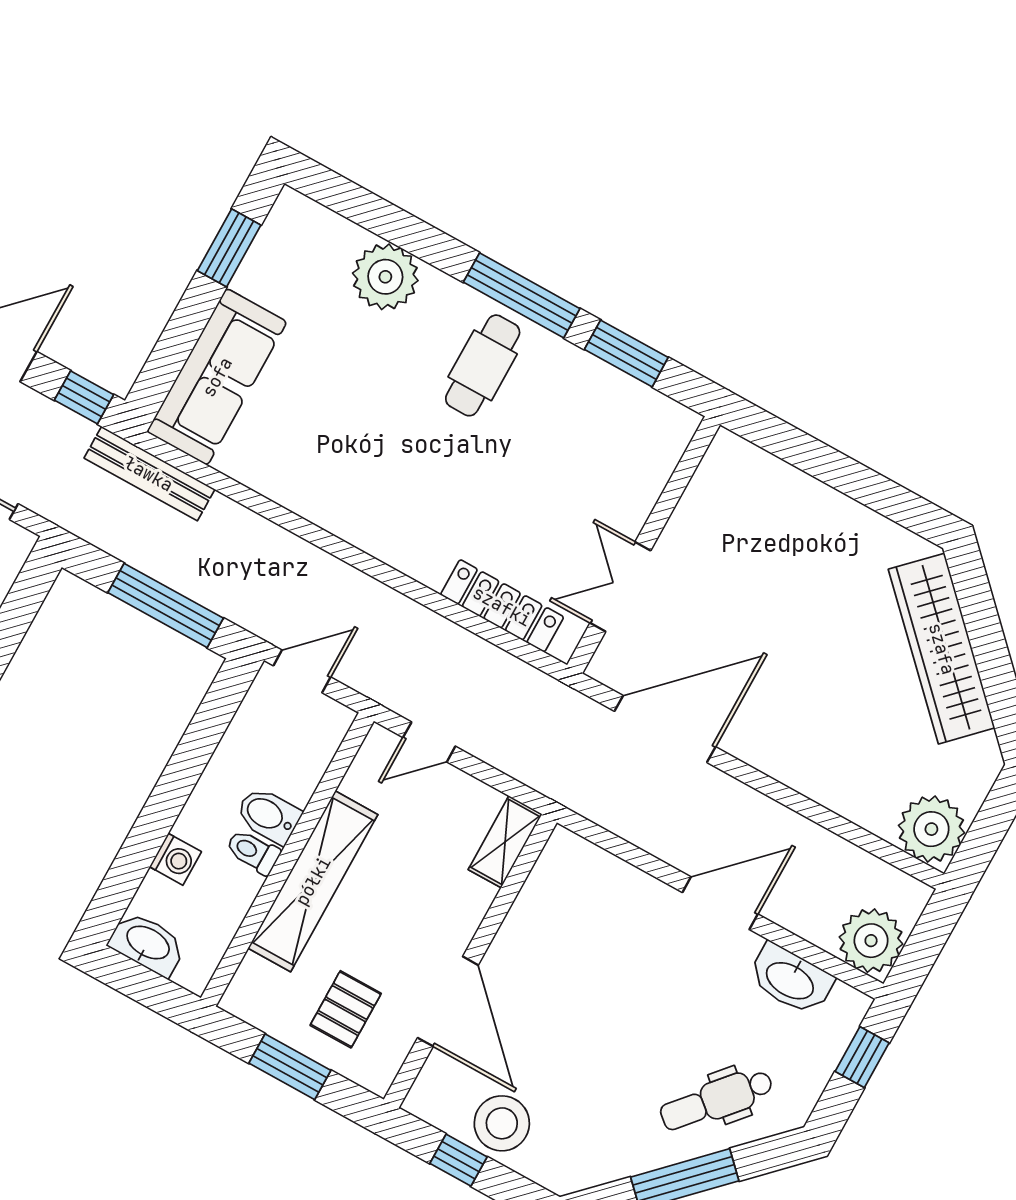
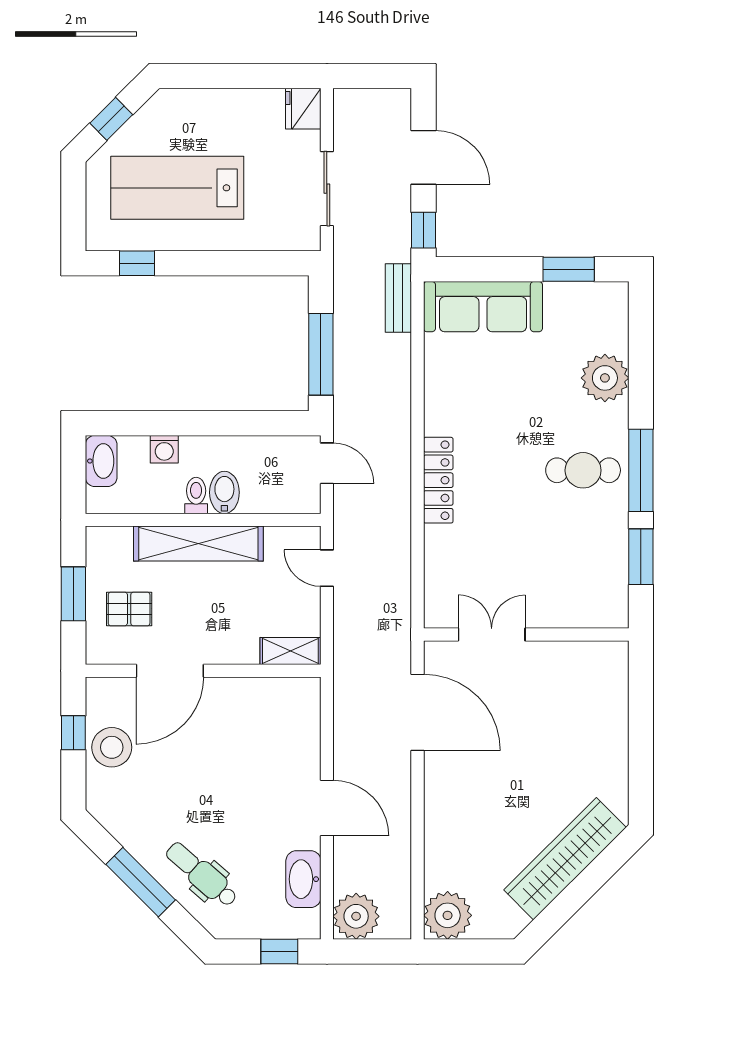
bench: (149, 474) -> (398, 298), width x0.73
locker: (502, 606) -> (438, 480), moved

